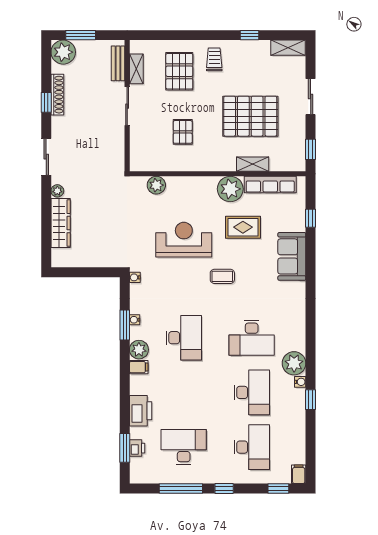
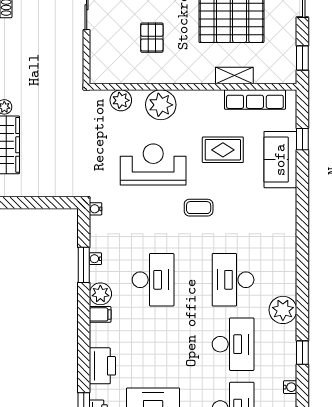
plant: (230, 189) -> (161, 105), moved
sofa: (292, 256) -> (280, 160), moved
desk: (252, 338) -> (233, 280), turned 90
water cooler: (300, 382) -> (290, 387), moved

